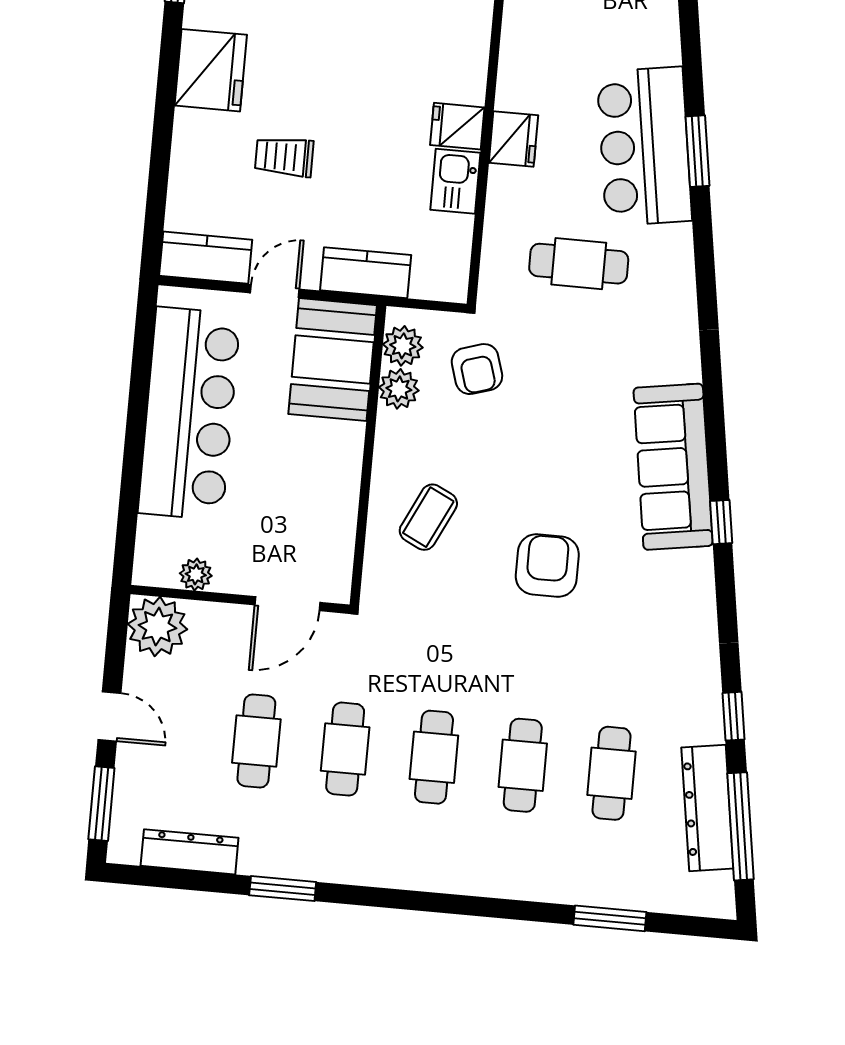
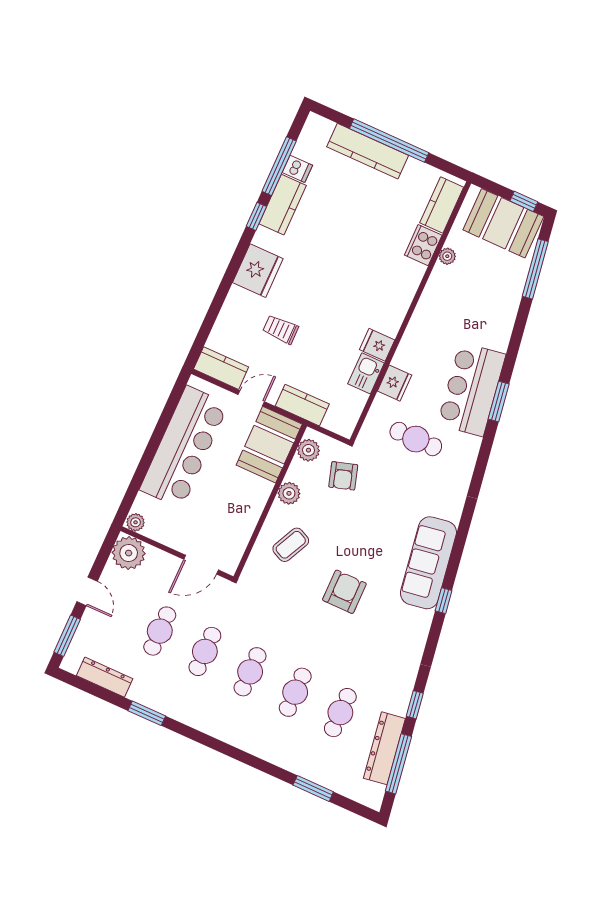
fridge: (513, 139) -> (395, 383), moved
plant: (399, 389) -> (289, 493), moved
plant: (196, 574) -> (136, 522), moved

